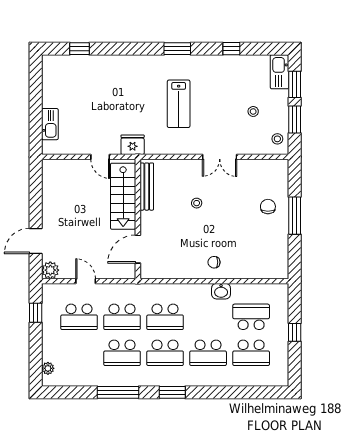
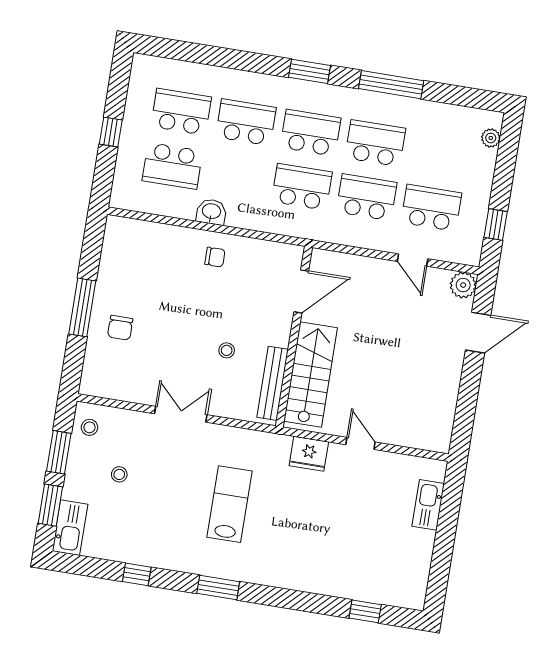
bench: (147, 187) -> (273, 383), moved
stairs: (123, 196) -> (311, 375), moved
wall: (138, 219) -> (294, 337), moved
door: (138, 249) -> (301, 291), moved

